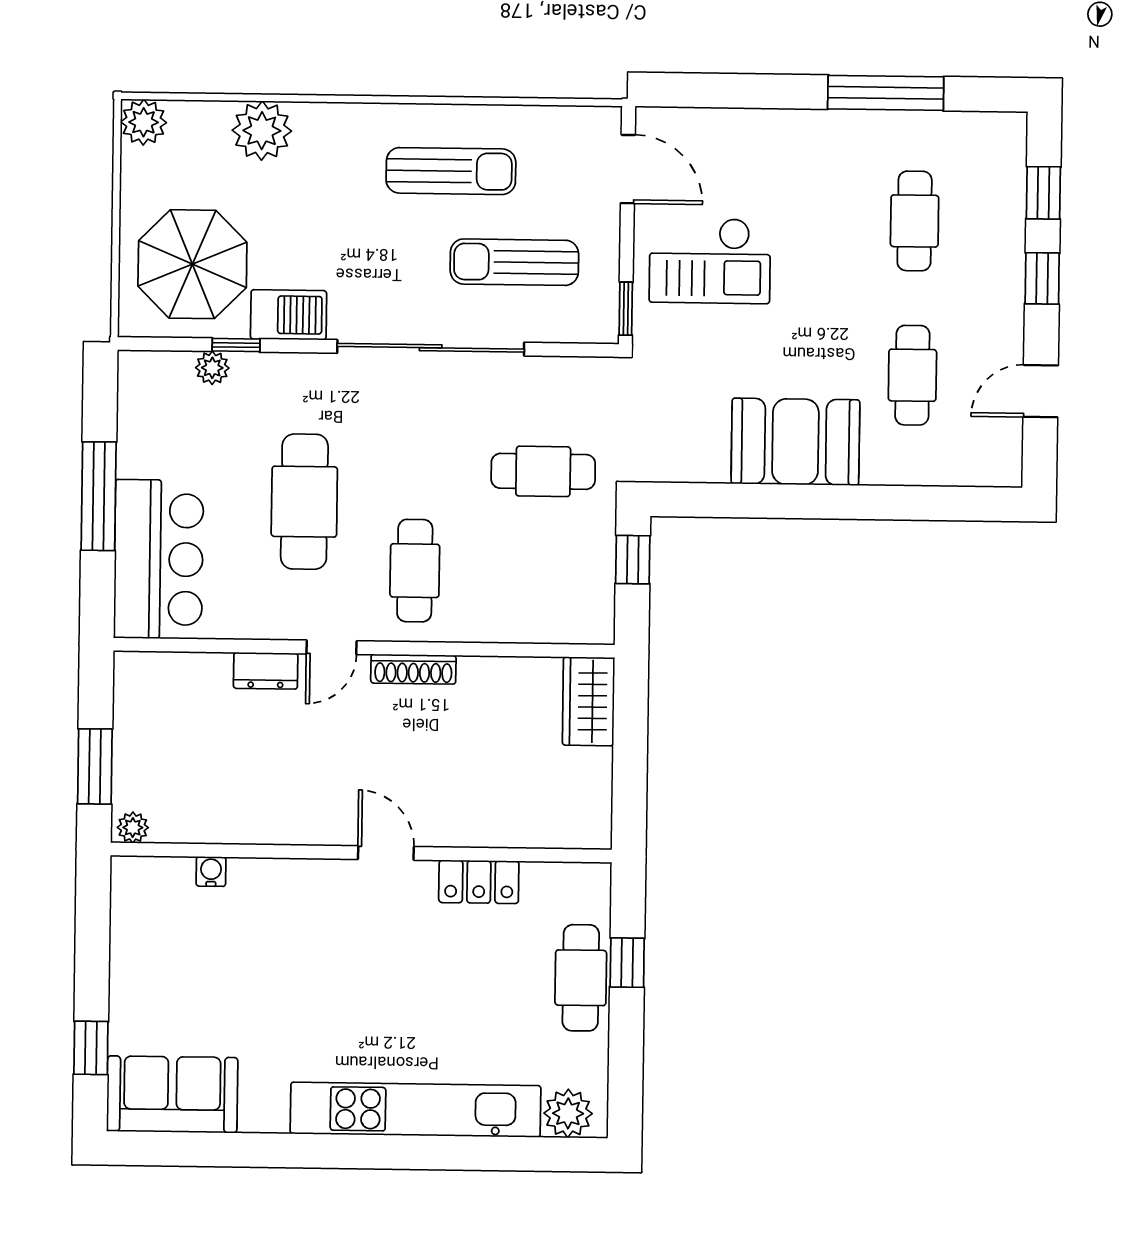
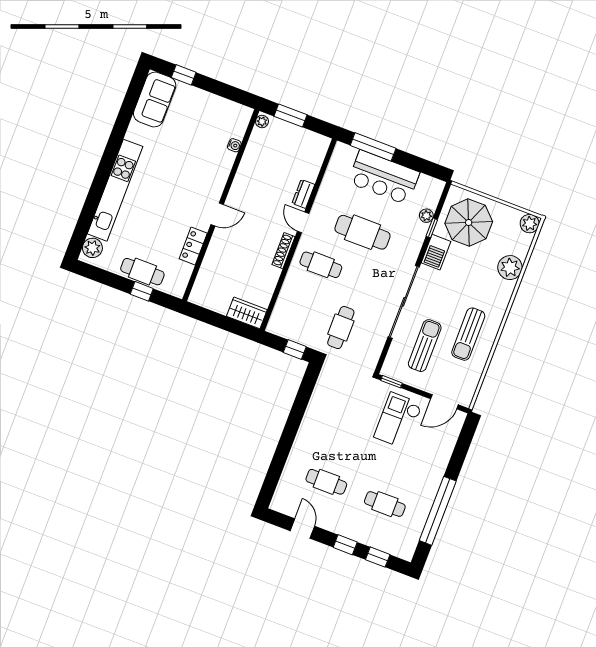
window: (886, 93) -> (438, 511), width x1.46
booth: (795, 442) -> (317, 428), removed
window: (99, 496) -> (373, 147), moved
bar counter: (159, 559) -> (384, 177), moved

